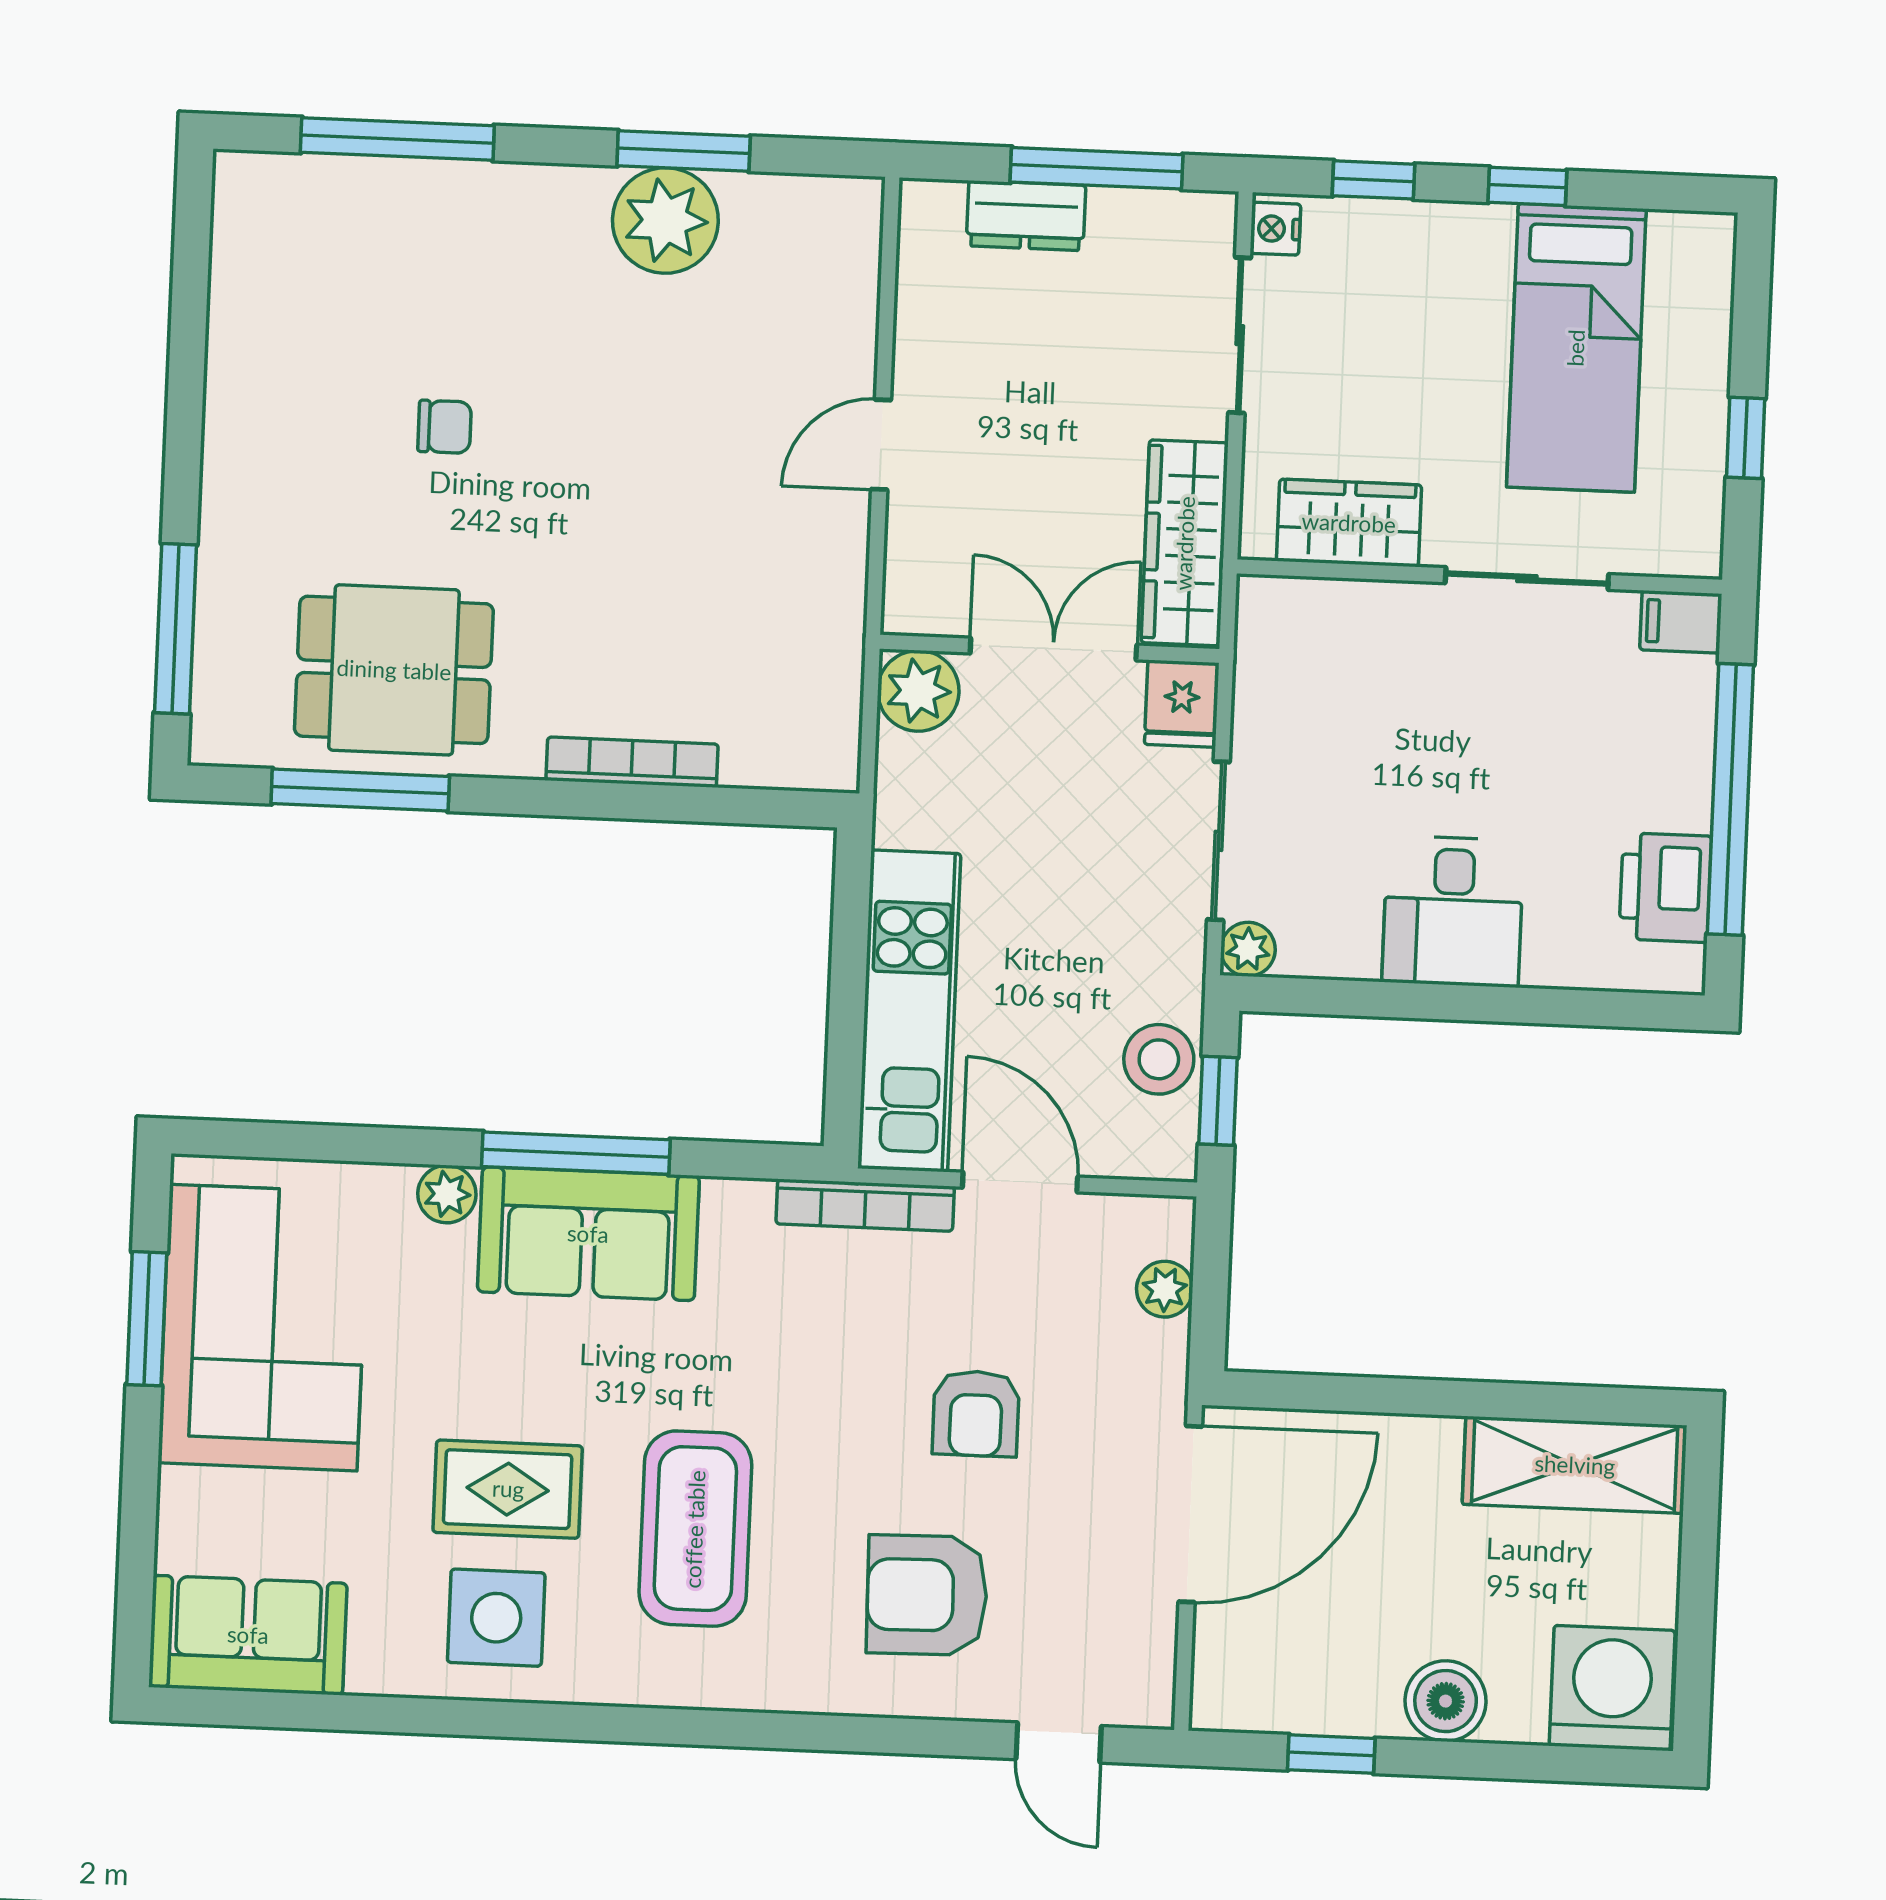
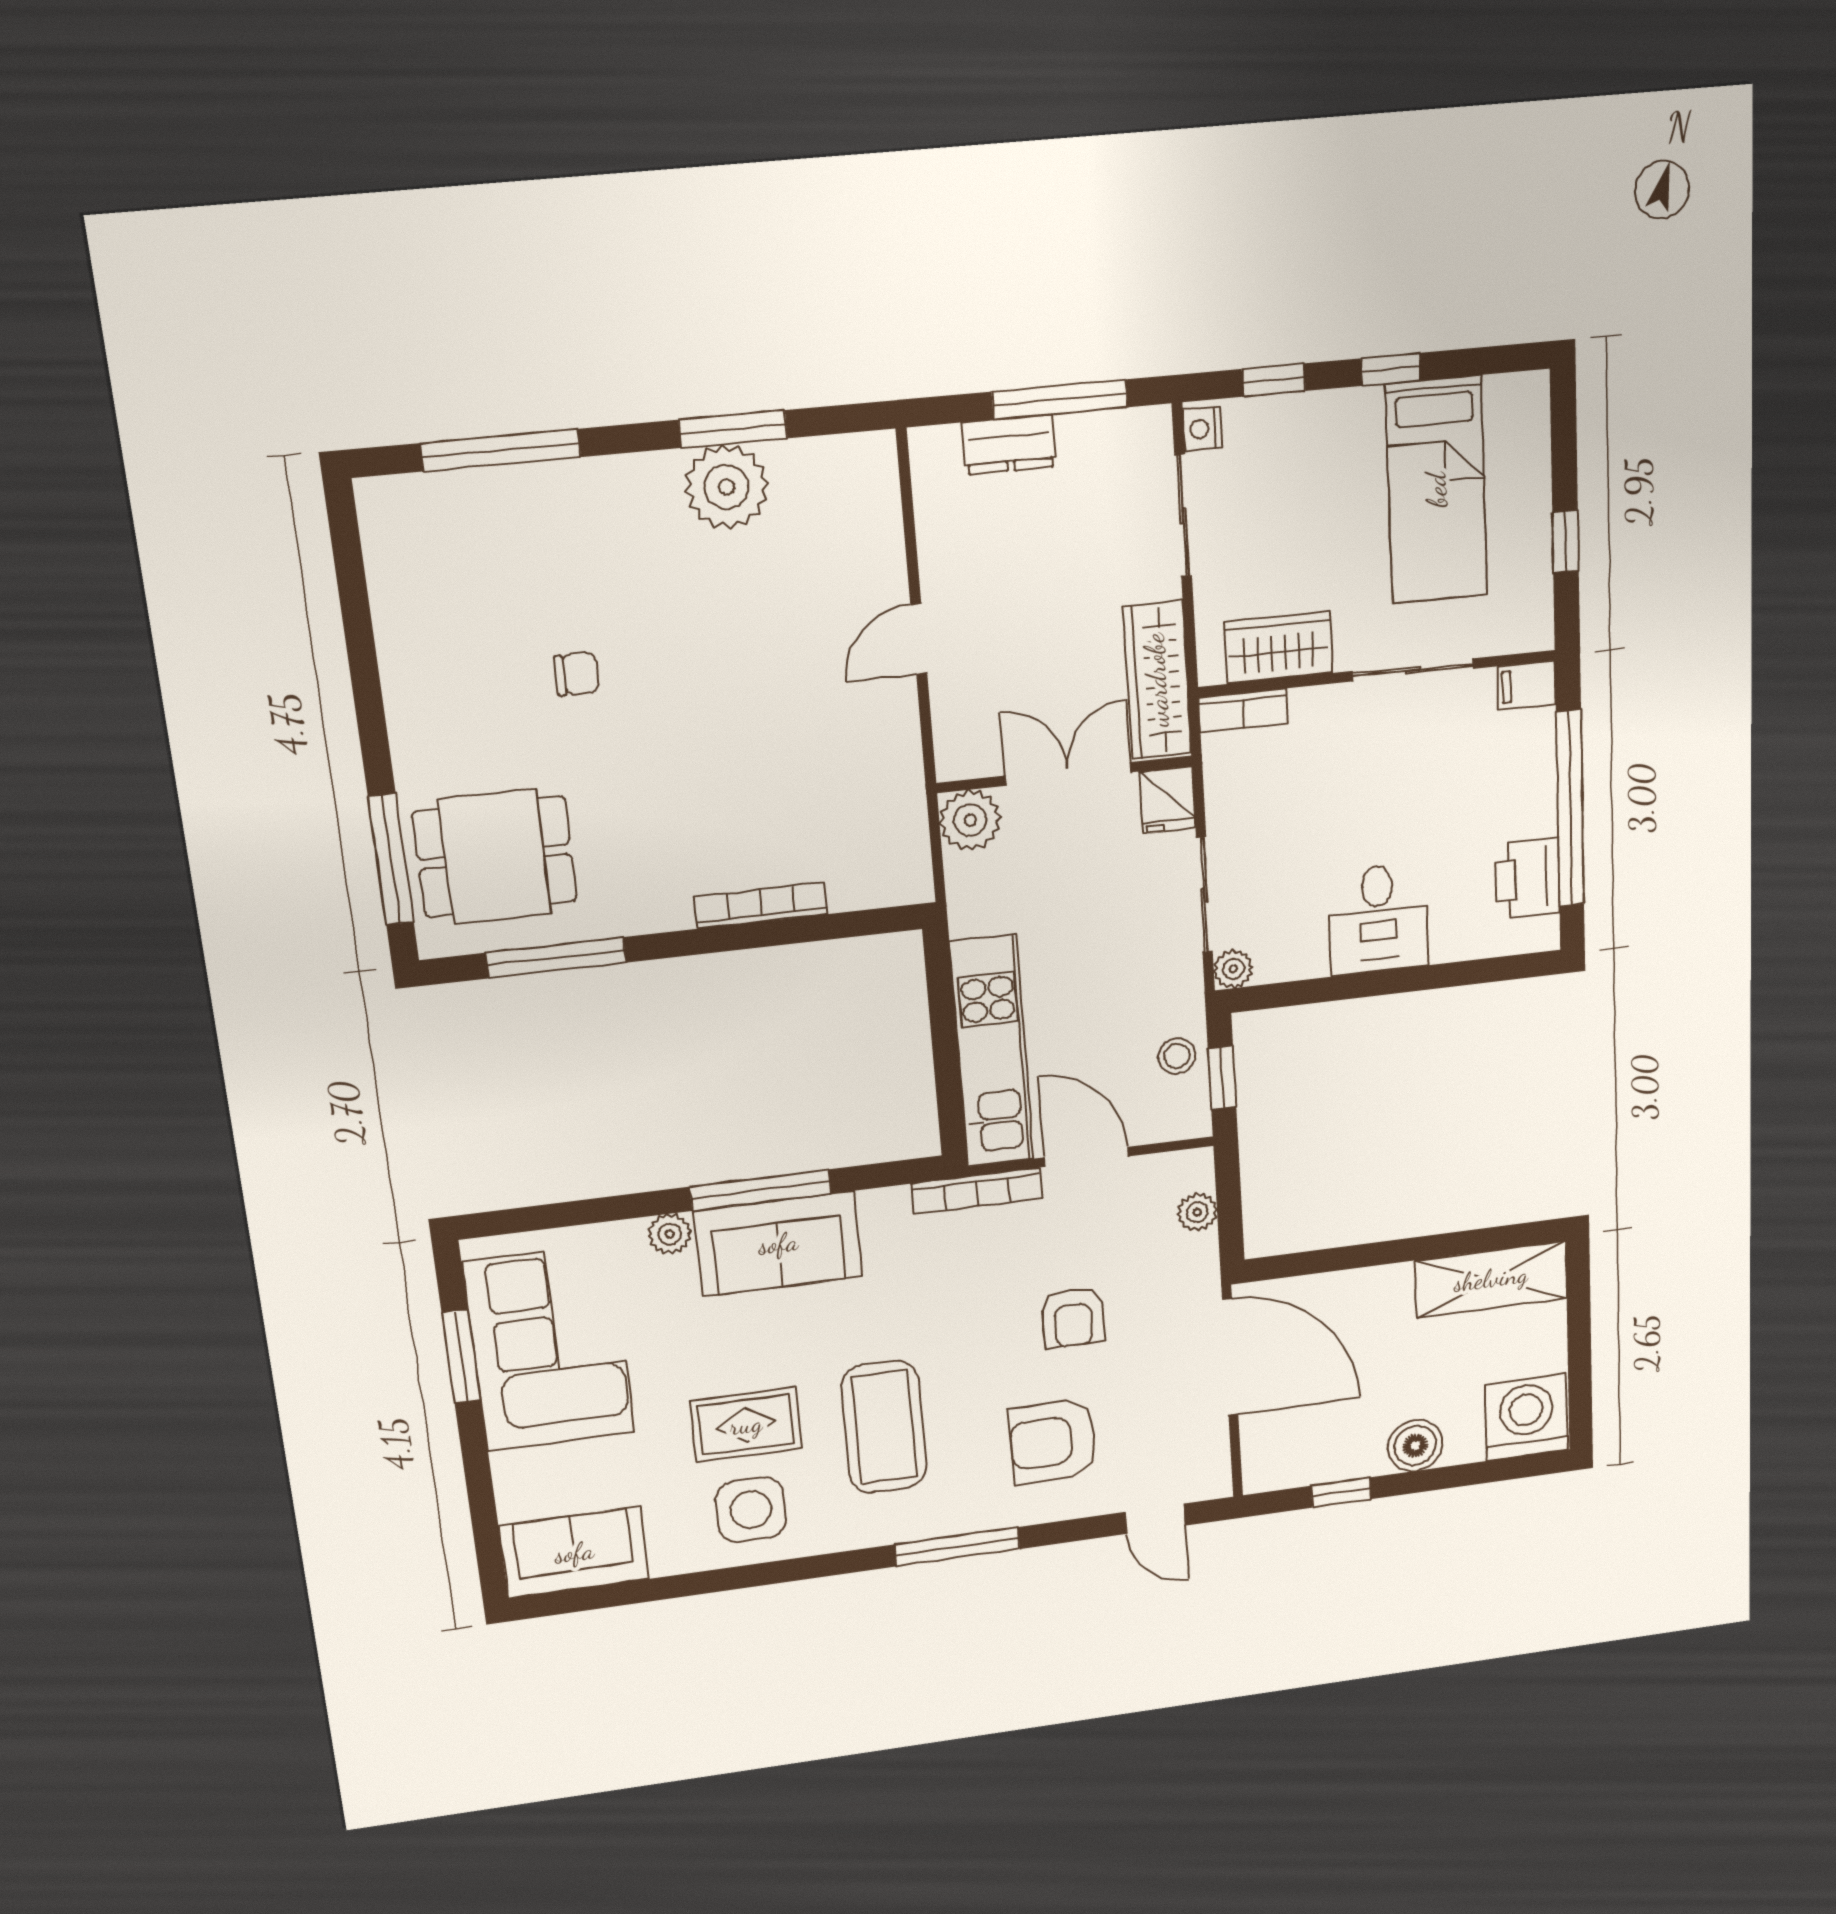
bookcase: (1295, 599) -> (1243, 711), added
dining table: (394, 670) -> (495, 857), moved
stool: (1159, 1059) -> (1177, 1056), width x0.73, depth x0.73
door: (1190, 1514) -> (1230, 1357), hinge flipped
window: (774, 1731) -> (957, 1547), added

